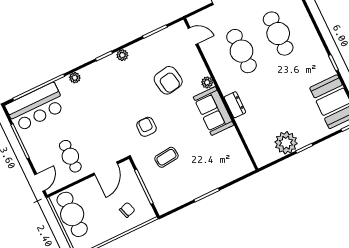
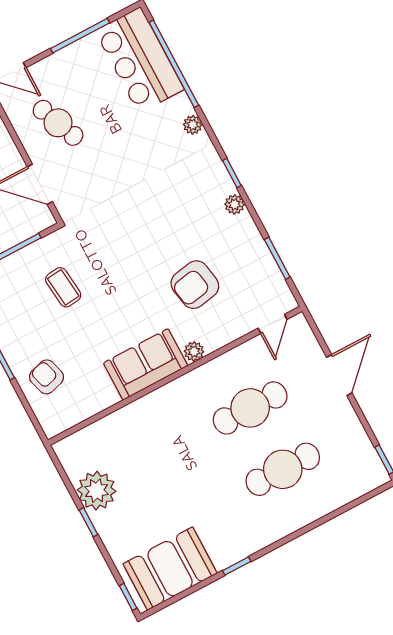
dresser: (235, 105) -> (158, 401), removed
armchair: (146, 127) -> (47, 377), moved, turned -106
cafe table: (70, 156) -> (58, 123), turned 68

